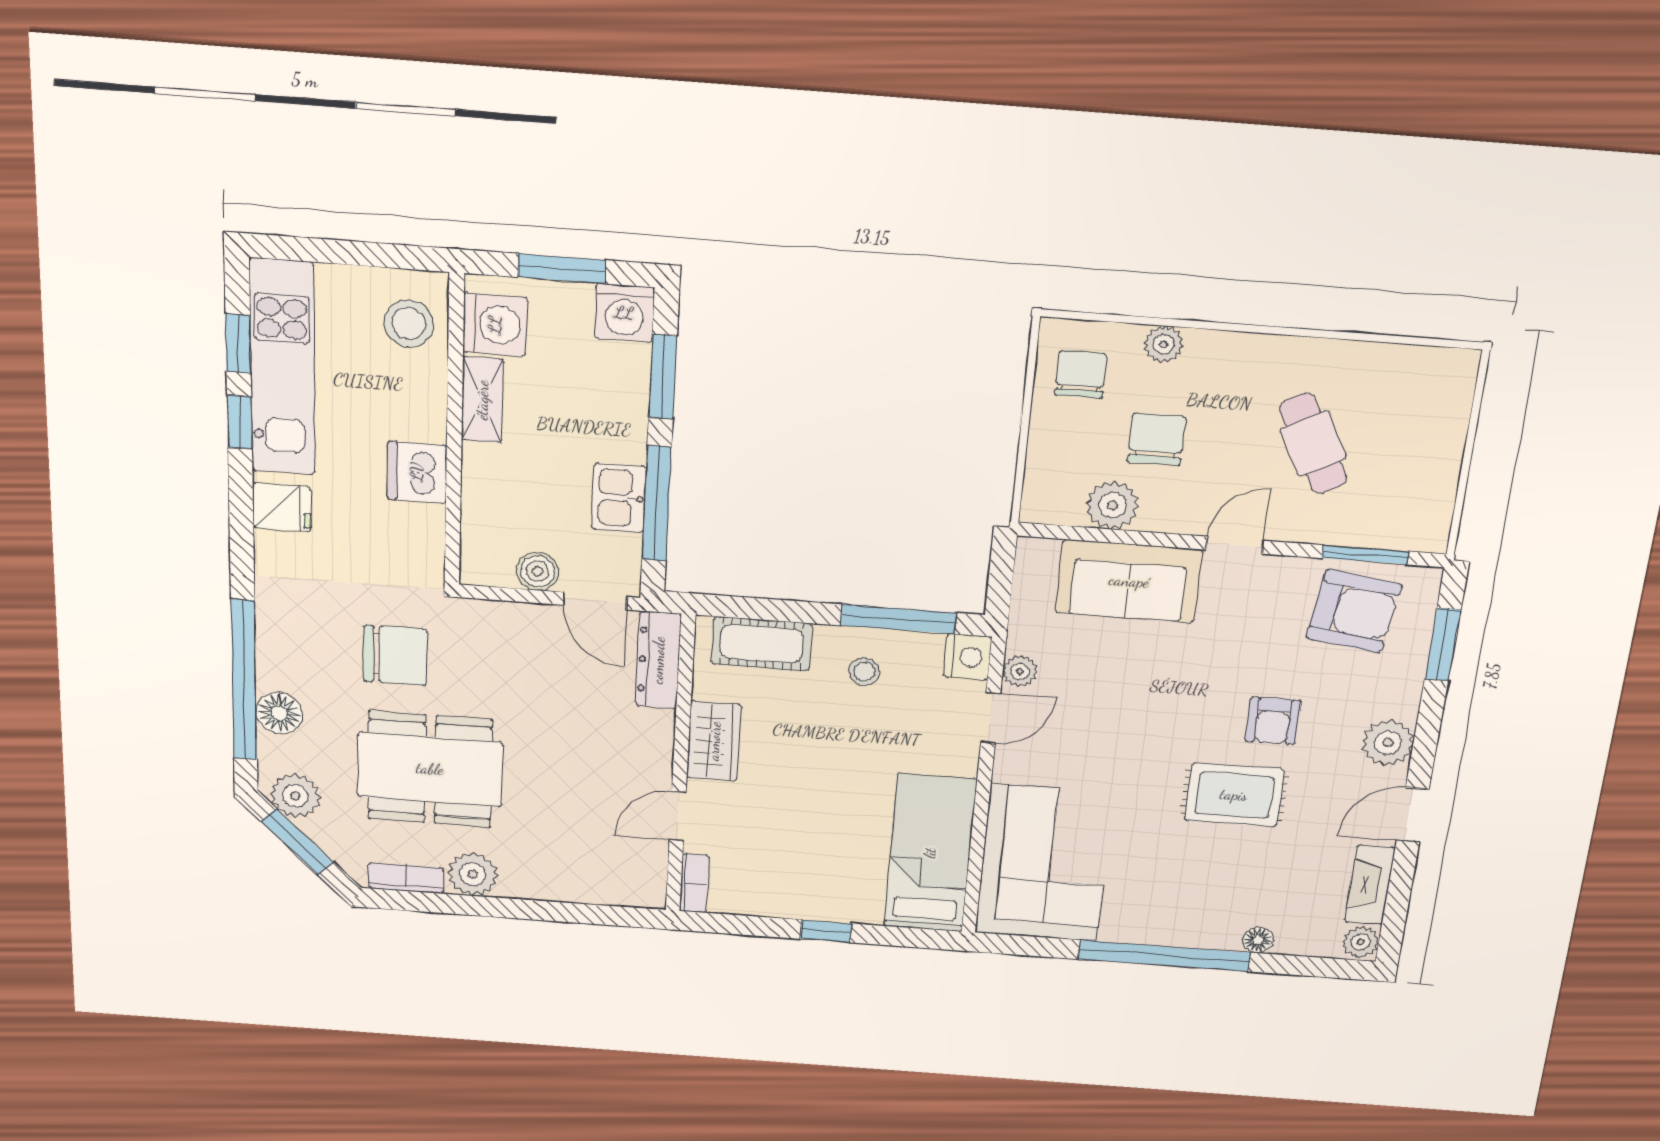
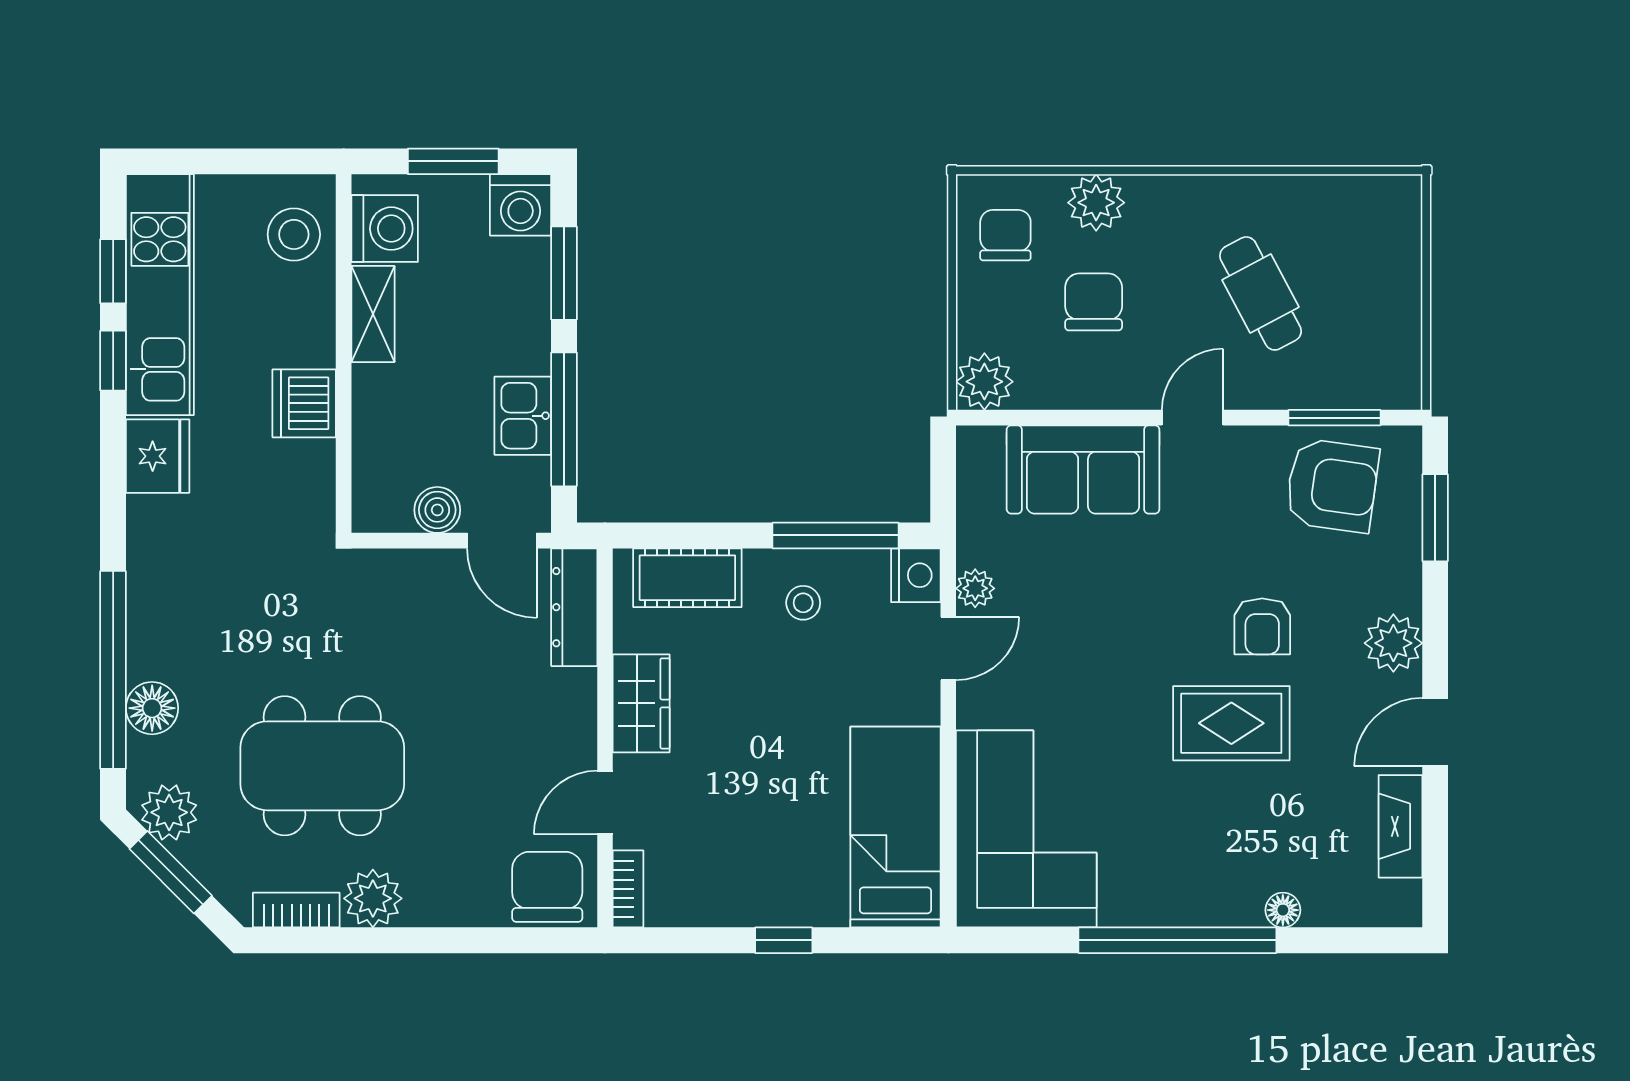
plant: (1163, 344) -> (1096, 203), width x1.38, depth x1.38
plant: (1112, 505) -> (984, 382), moved
fridge: (282, 507) -> (158, 456), width x1.38
chair: (395, 655) -> (547, 887), moved, turned -90
plant: (1361, 942) -> (1401, 903), removed

